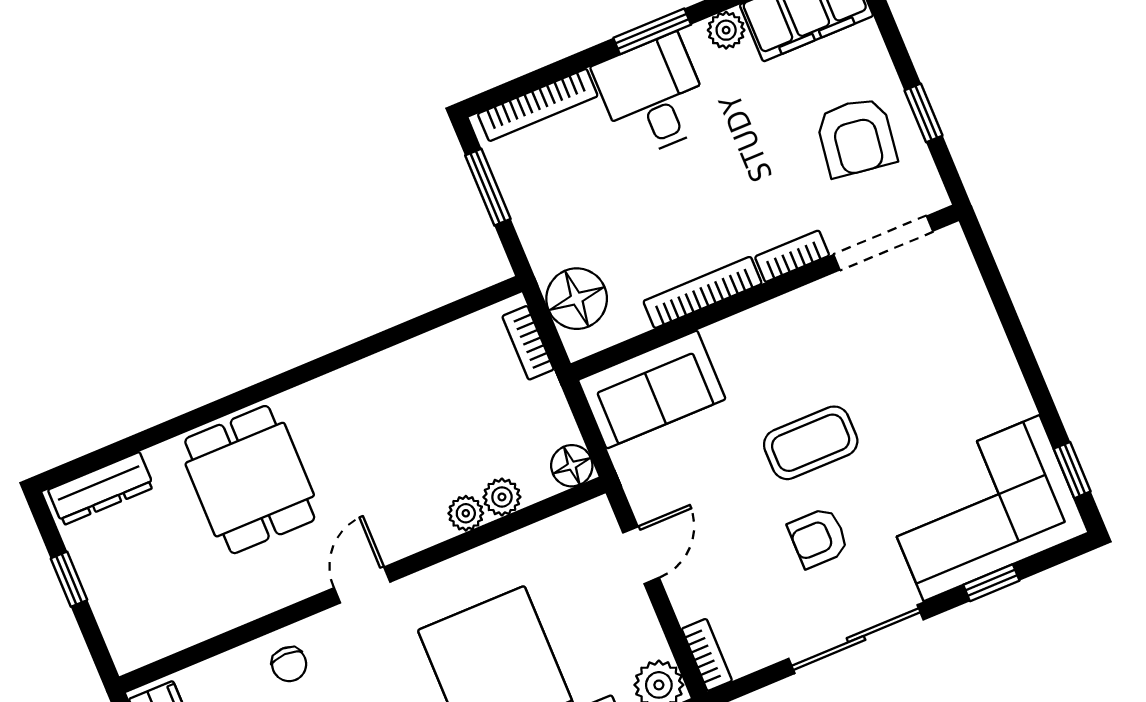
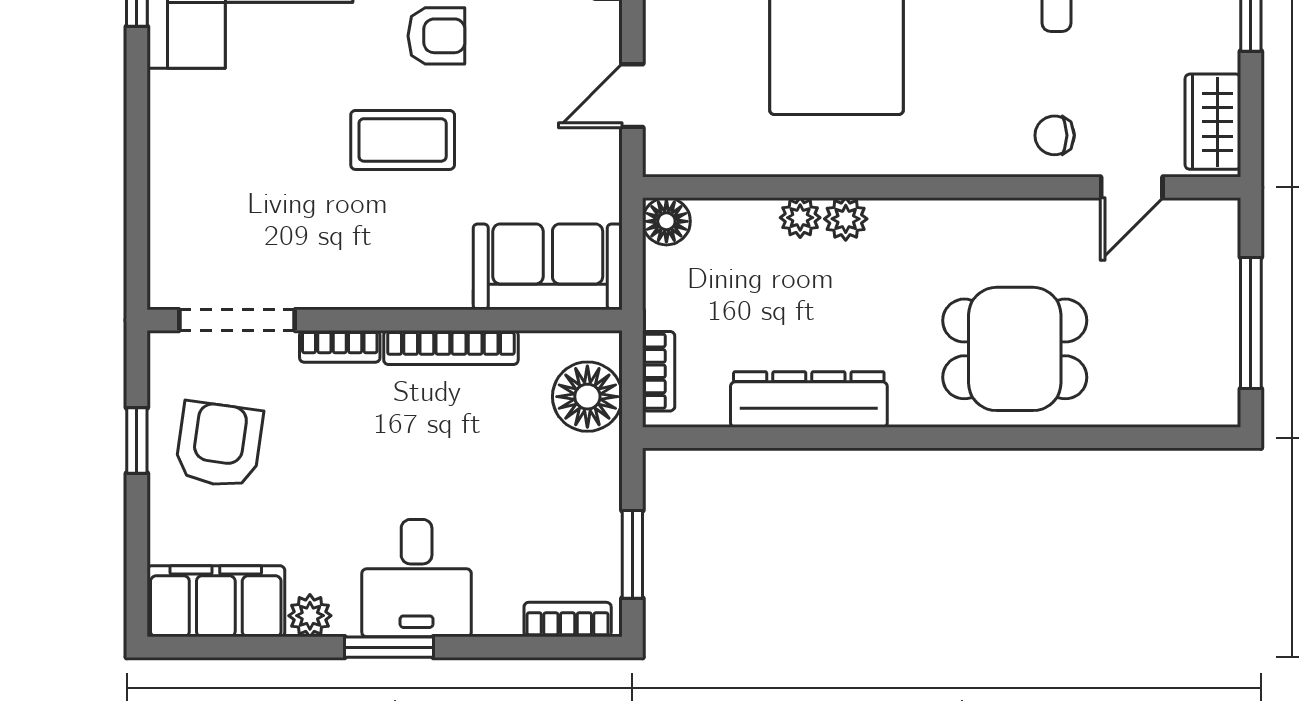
bookcase: (538, 105) -> (568, 620), width x0.64
dining table: (250, 480) -> (1015, 349), turned 90
dresser: (101, 489) -> (809, 400), moved, width x1.37, depth x1.24
plant: (502, 497) -> (846, 219), moved
window: (69, 579) -> (1251, 323), width x2.17
door: (362, 585) -> (1132, 187), moved
chair: (289, 664) -> (1055, 135), turned -90

